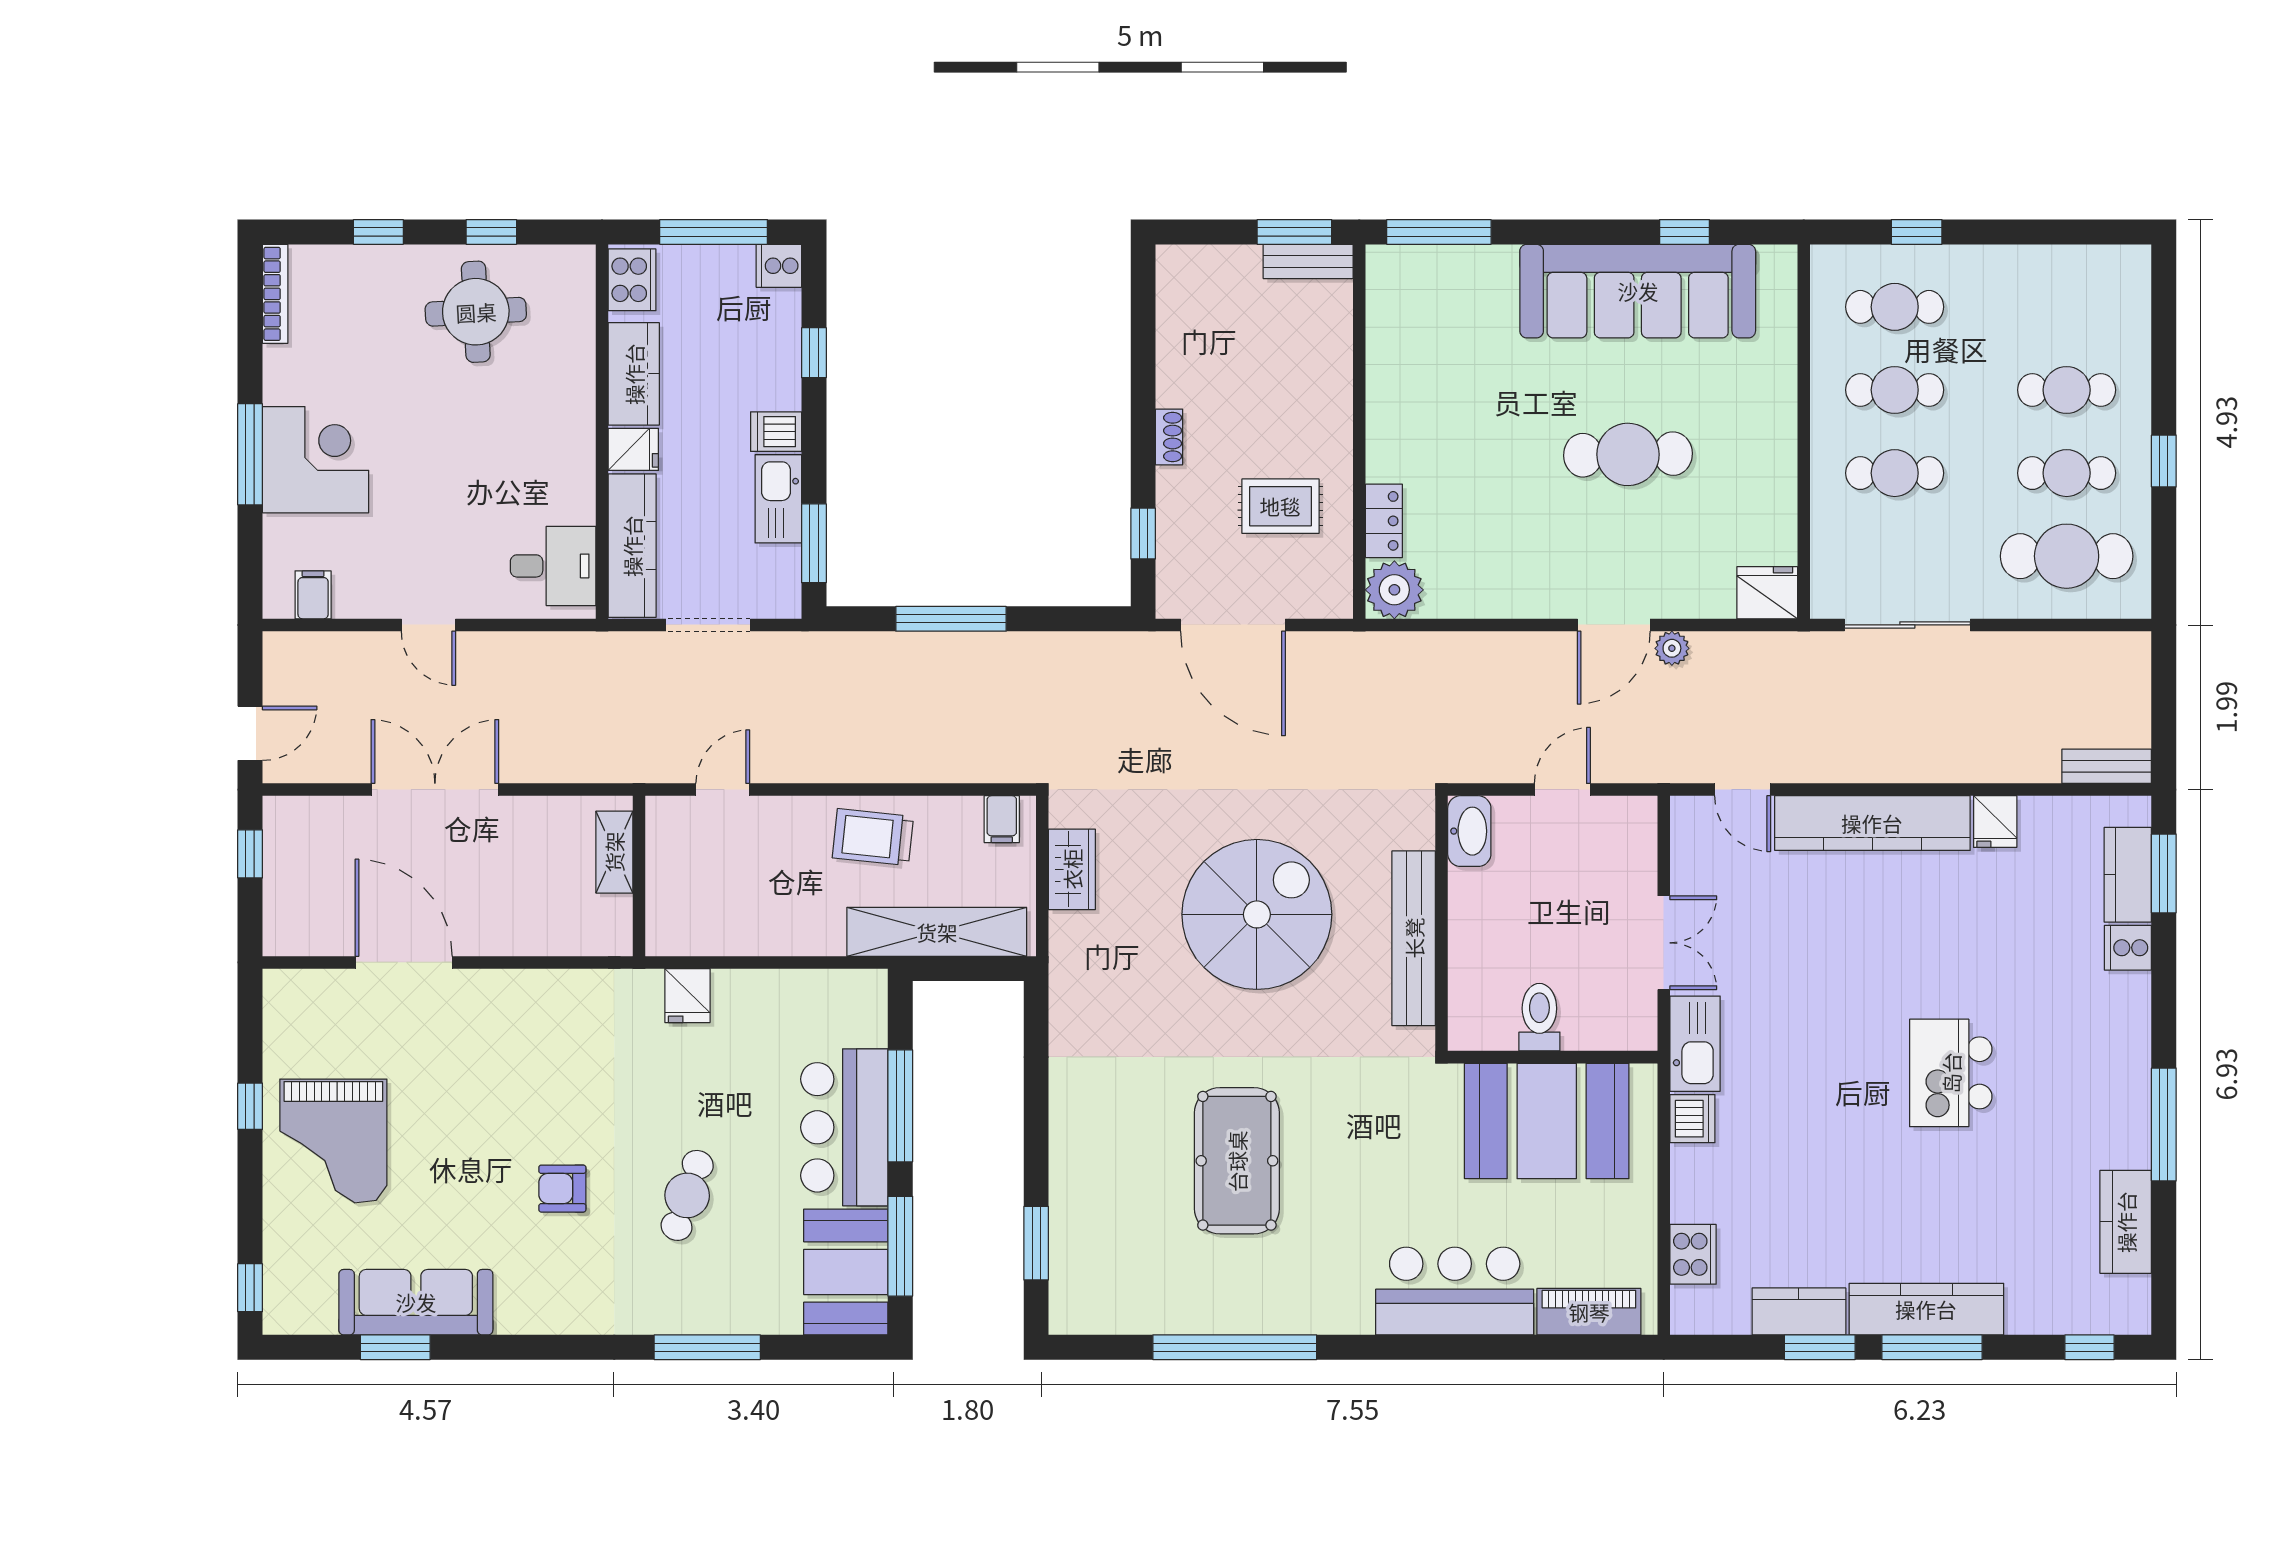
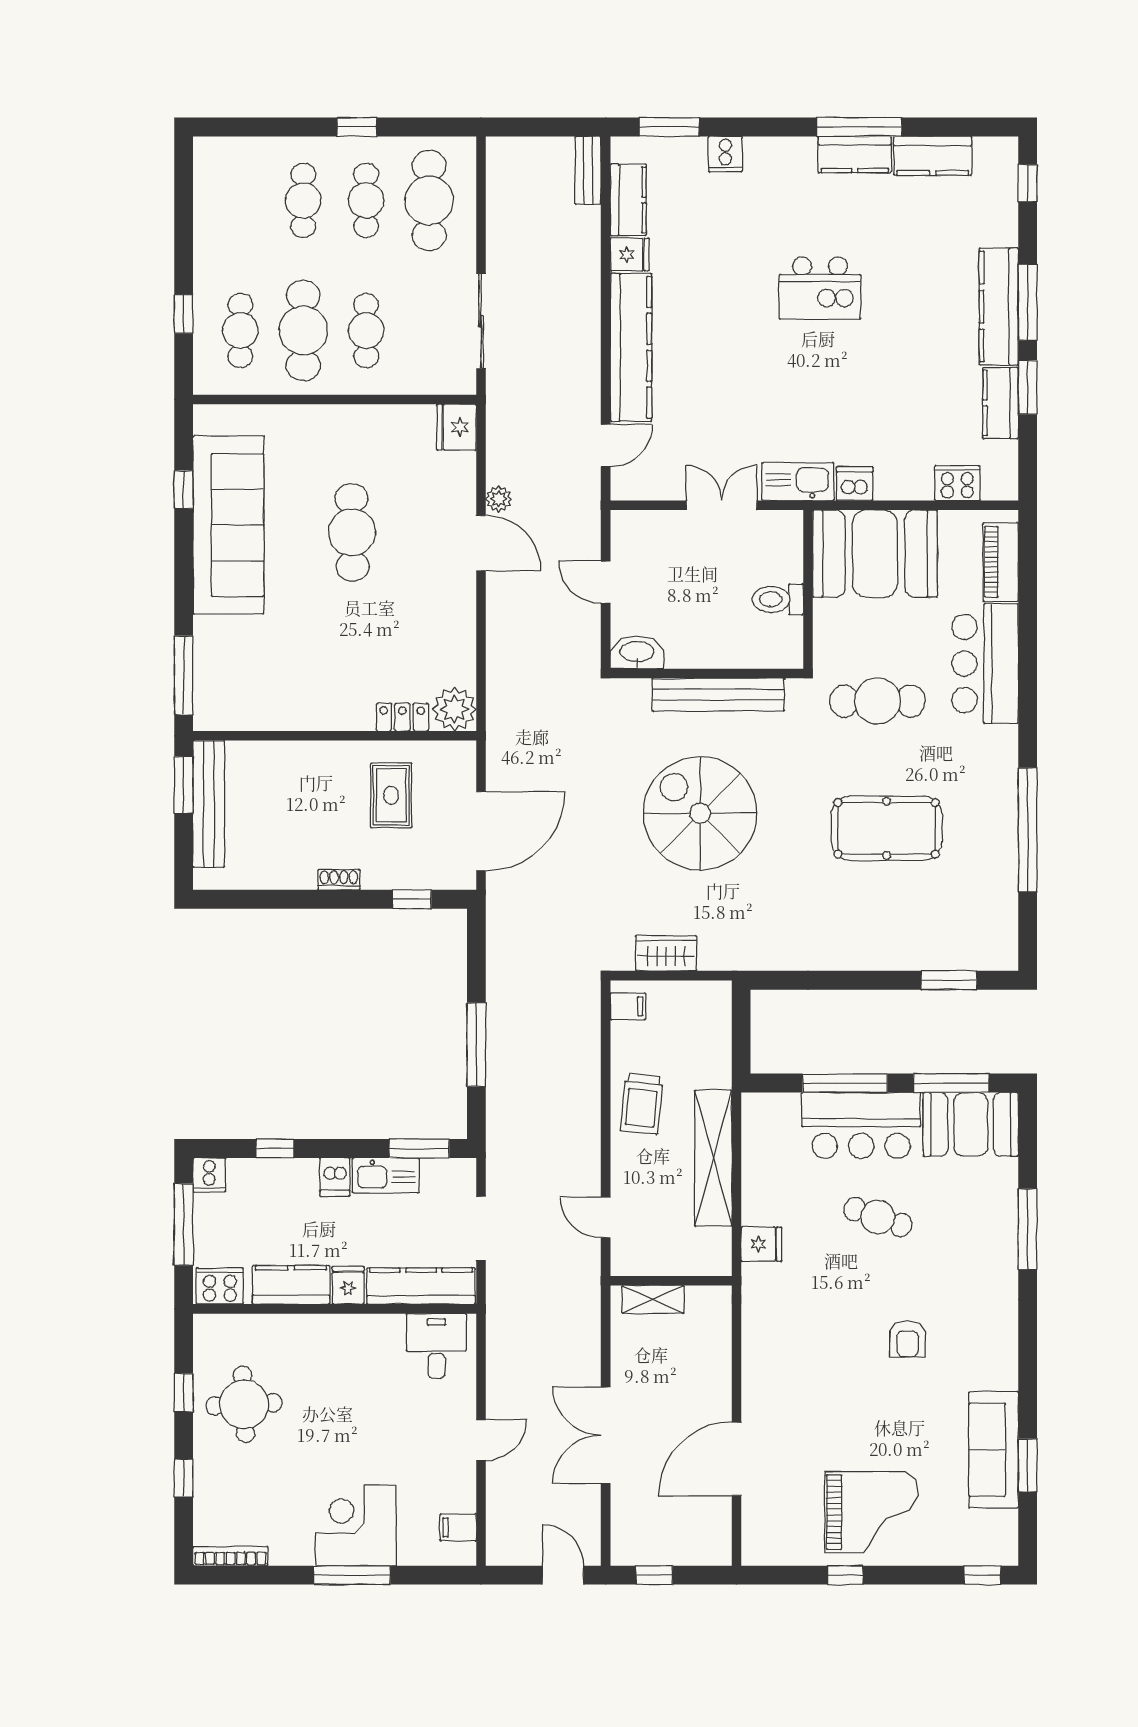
bench: (1308, 261) -> (209, 804), width x1.86, depth x1.21
cafe table: (1895, 390) -> (303, 331), width x1.37, depth x1.35
kitchen counter: (2128, 875) -> (628, 200), moved, turned -90
shelving: (937, 932) -> (713, 1158), moved
kitchen counter: (2127, 1119) -> (855, 155), added
booth: (1547, 1121) -> (875, 554), moved, turned 90
cafe table: (1405, 1149) -> (877, 701), added
cafe table: (687, 1195) -> (878, 1217), moved

